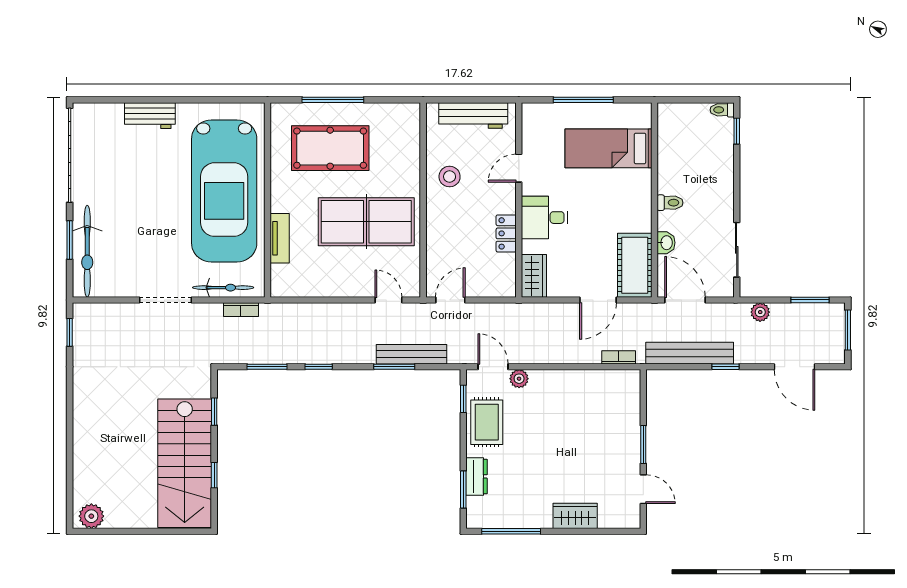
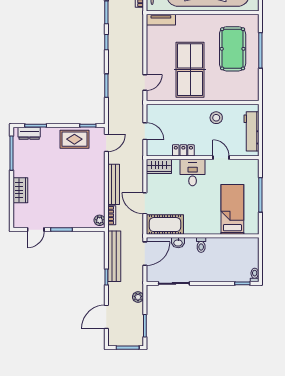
tv unit: (280, 238) -> (161, 20), moved
door: (450, 300) -> (145, 131), moved
bench: (412, 354) -> (114, 184), moved
plant: (519, 379) -> (100, 220), moved
dresser: (476, 476) -> (29, 133), moved

